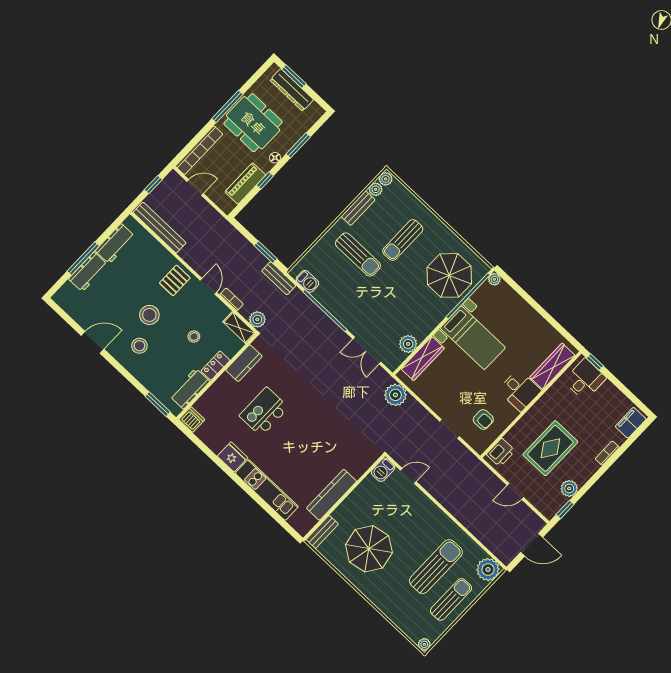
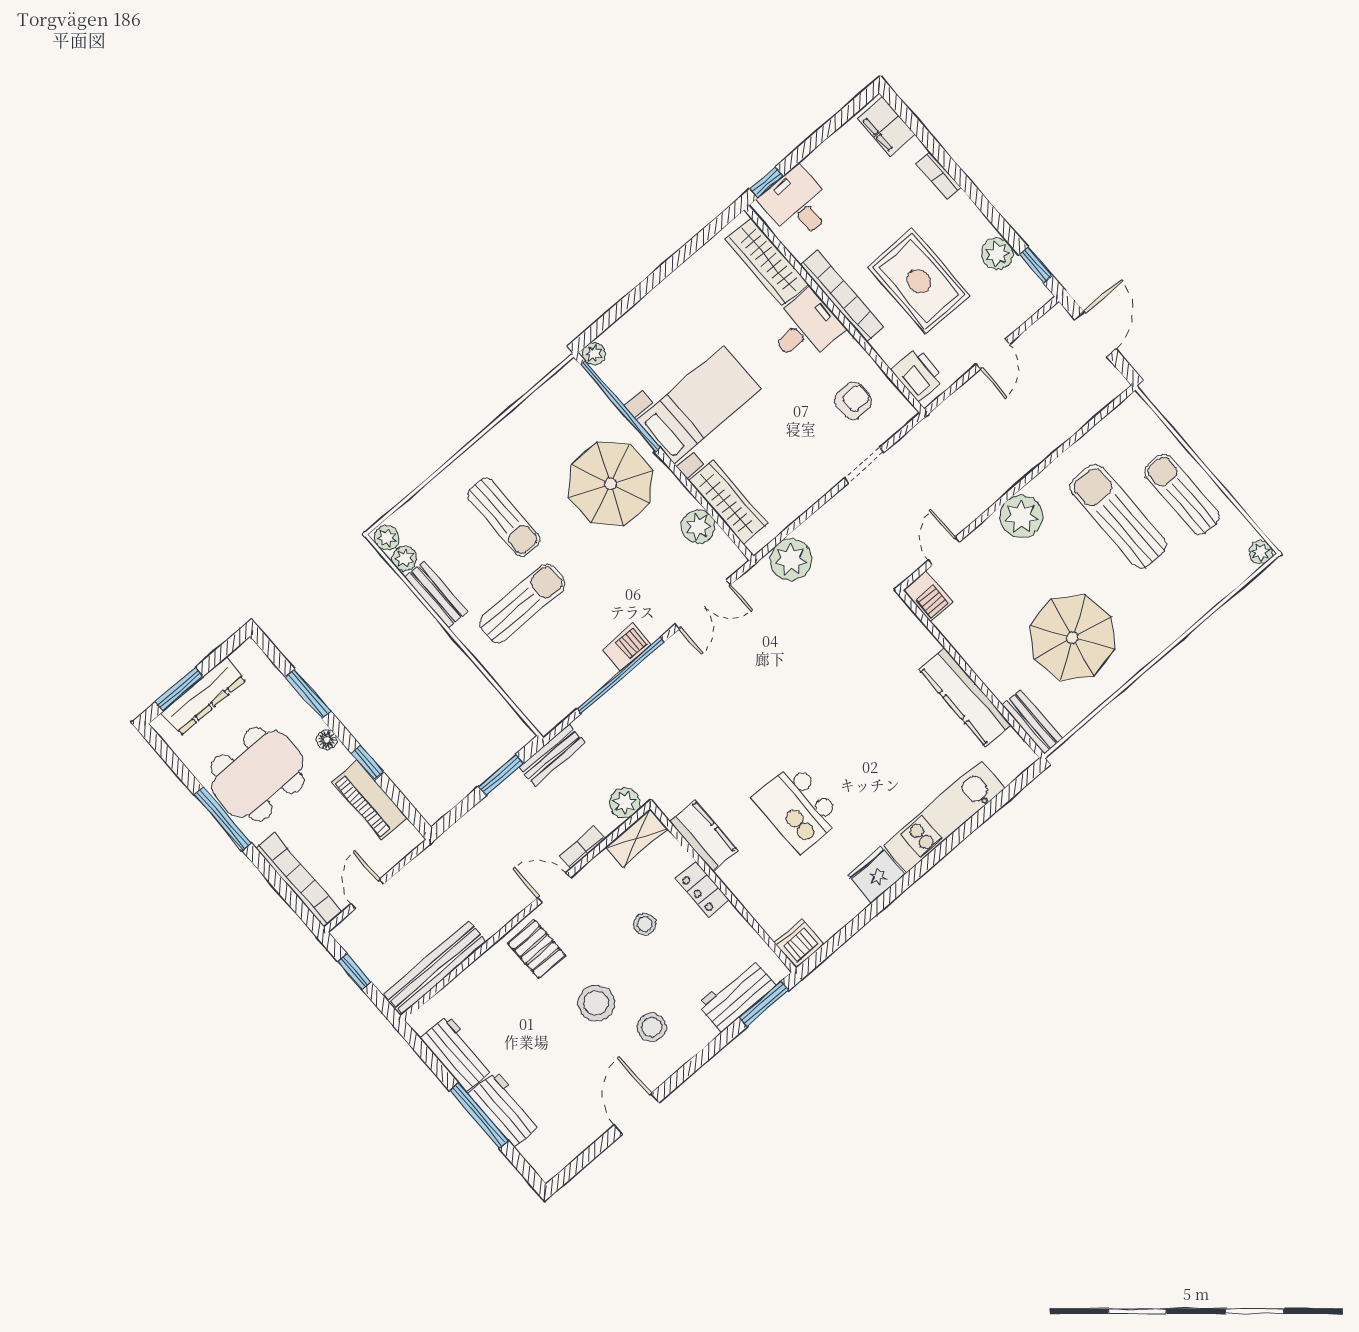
parasol: (449, 275) -> (611, 484), moved
barbecue: (307, 281) -> (627, 647), moved
workbench: (190, 389) -> (737, 995), moved, turned 90
bookcase: (538, 408) -> (842, 296), added
plant: (488, 570) -> (1021, 516), moved

